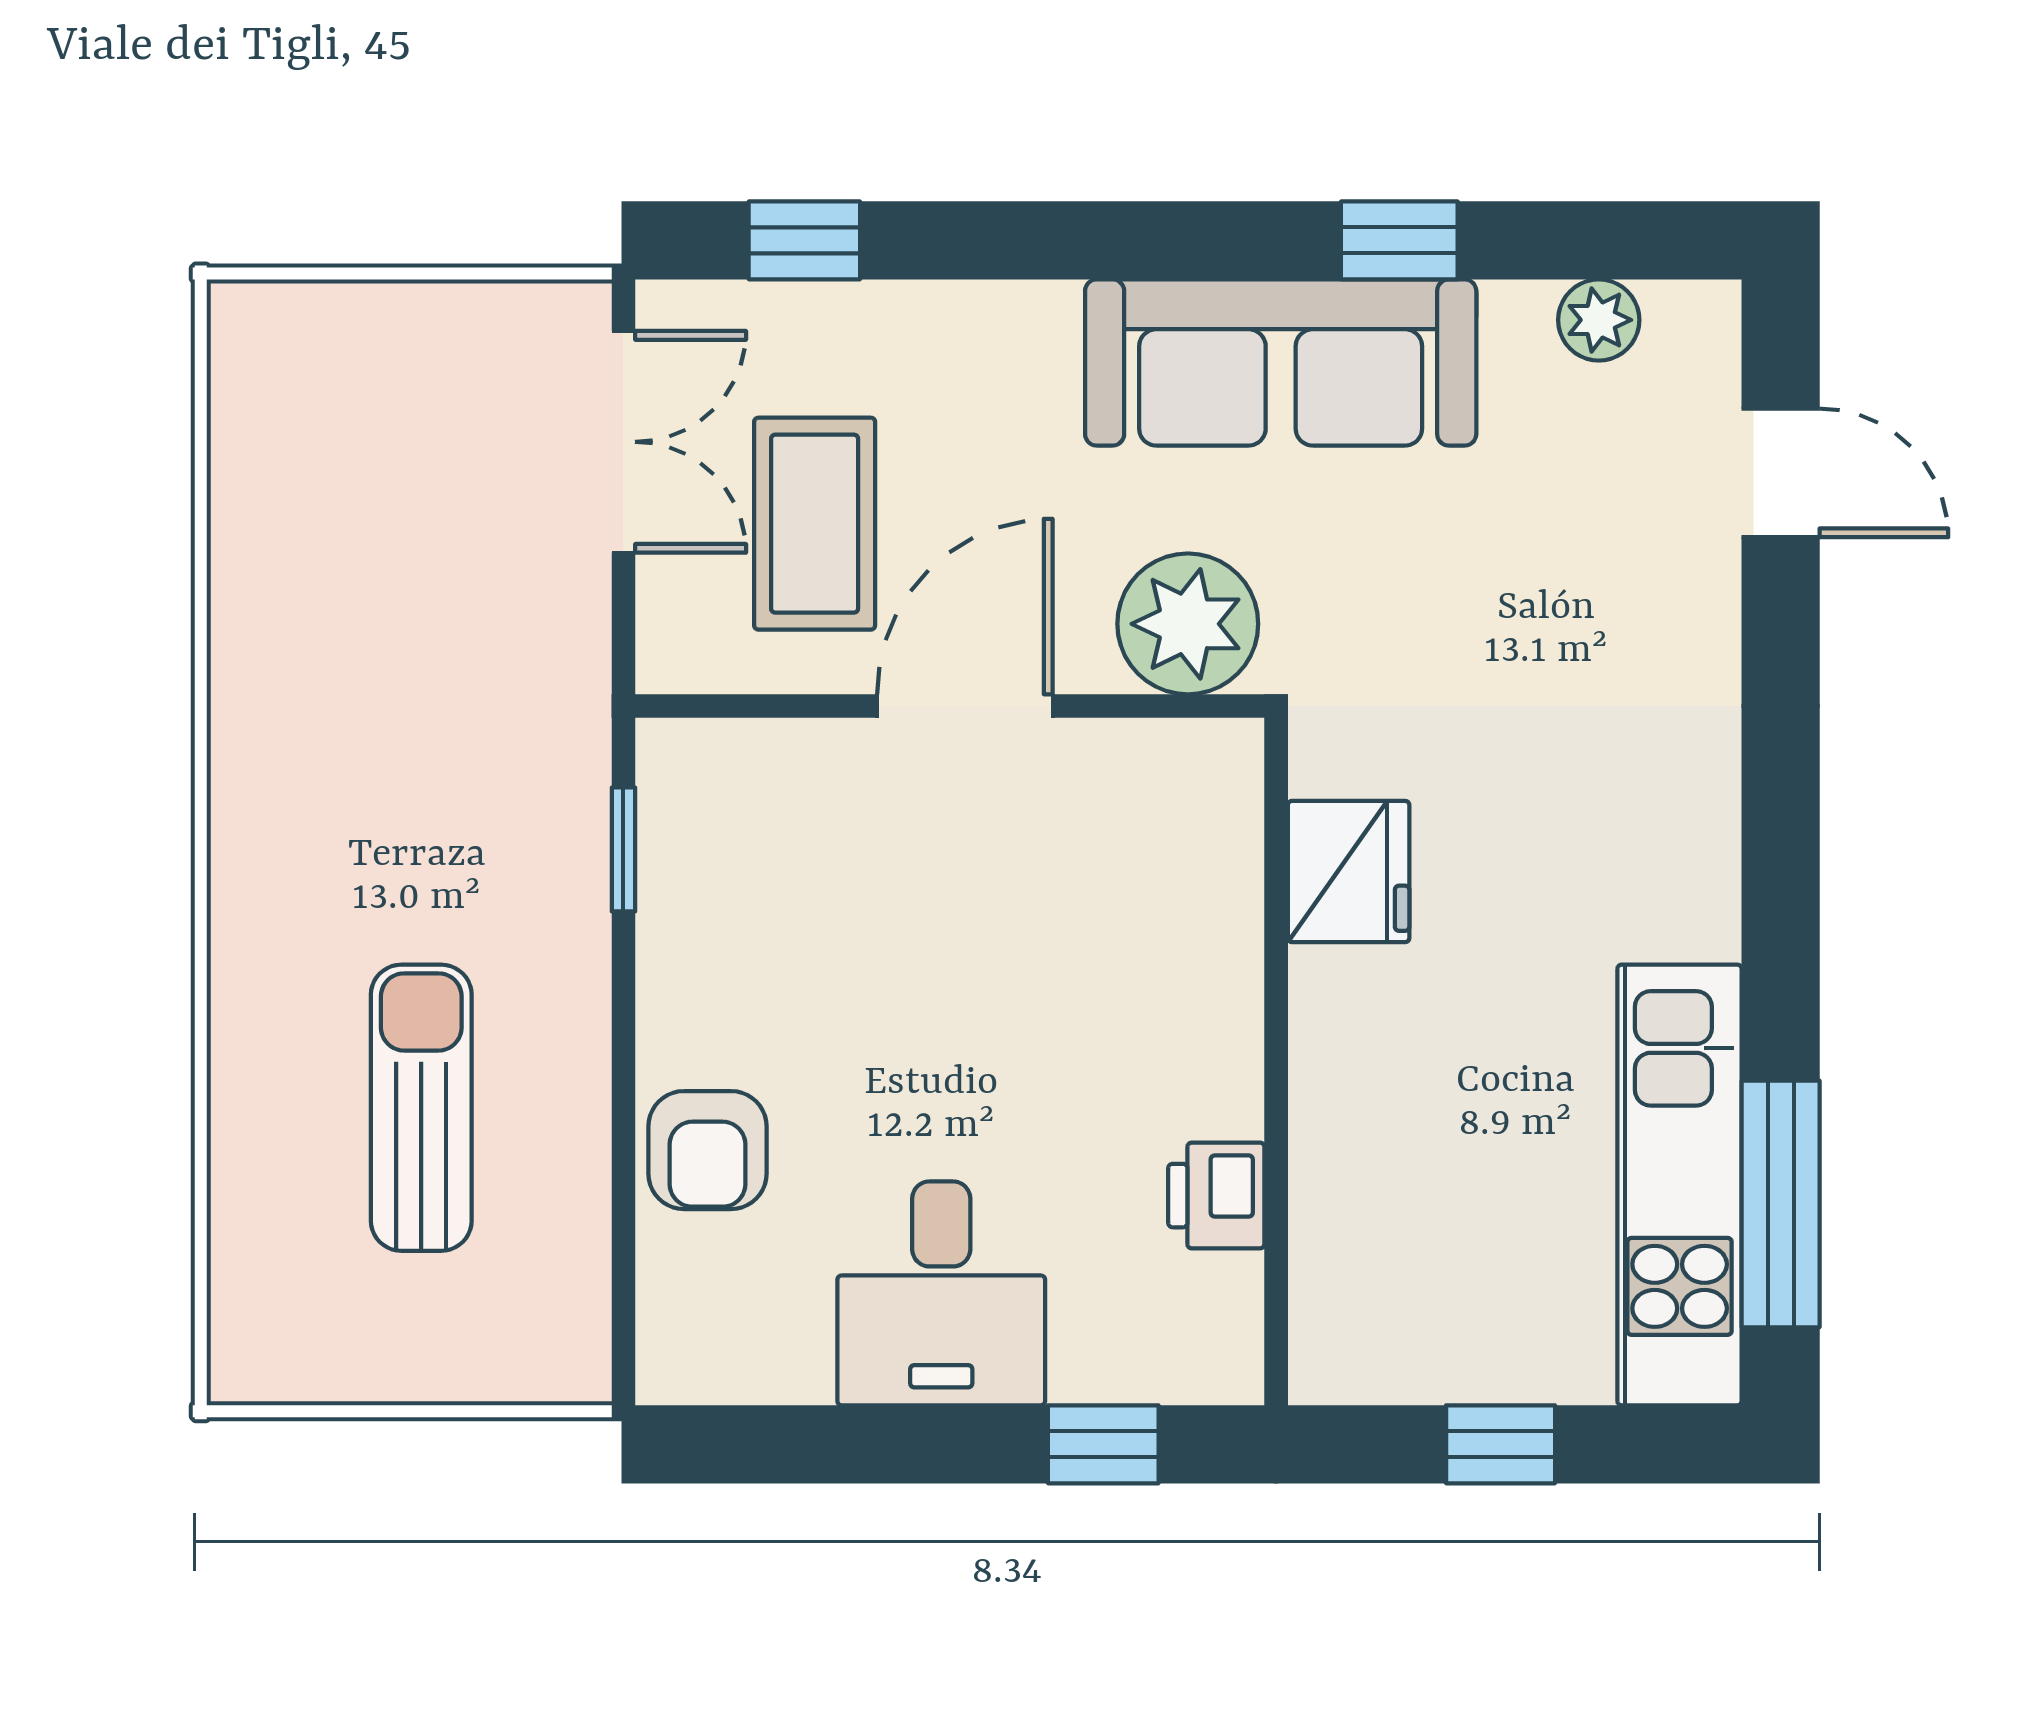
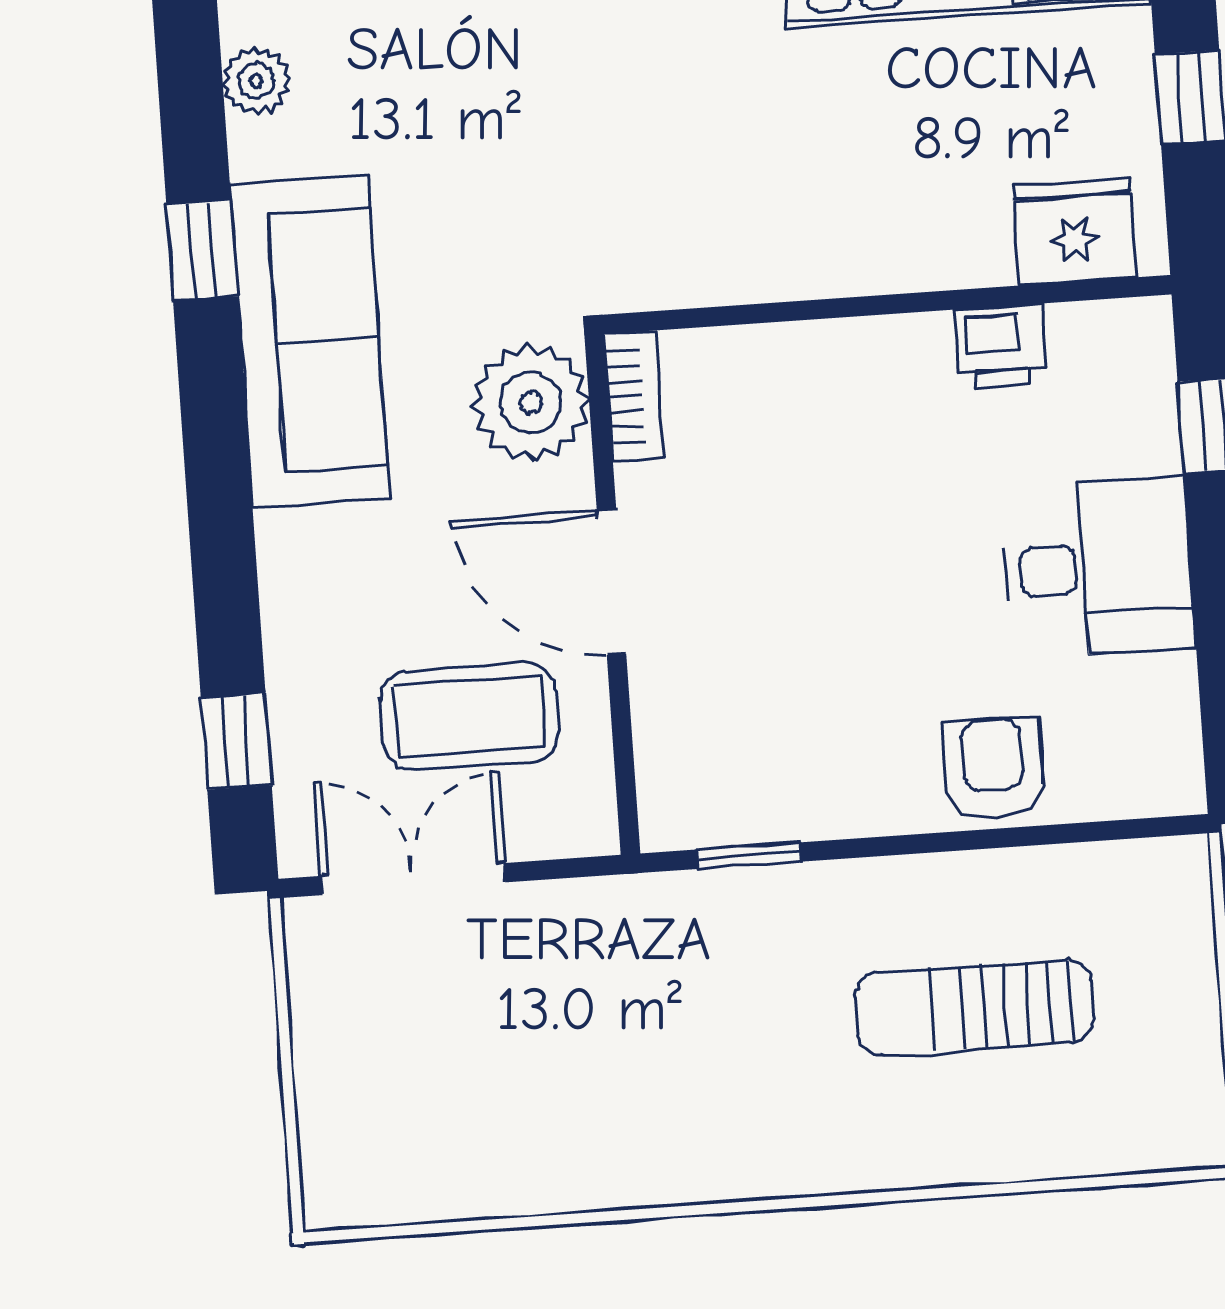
bookcase: (1188, 748) -> (634, 396), added
fridge: (1349, 872) -> (1074, 231), moved
armchair: (707, 1150) -> (993, 769), turned -90

